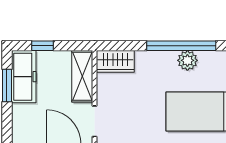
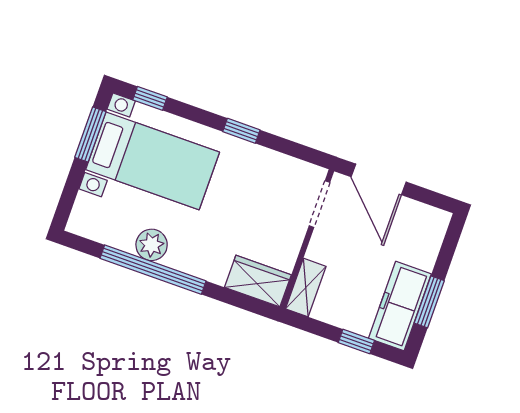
shelving: (82, 76) -> (306, 288), width x0.67, depth x0.75

